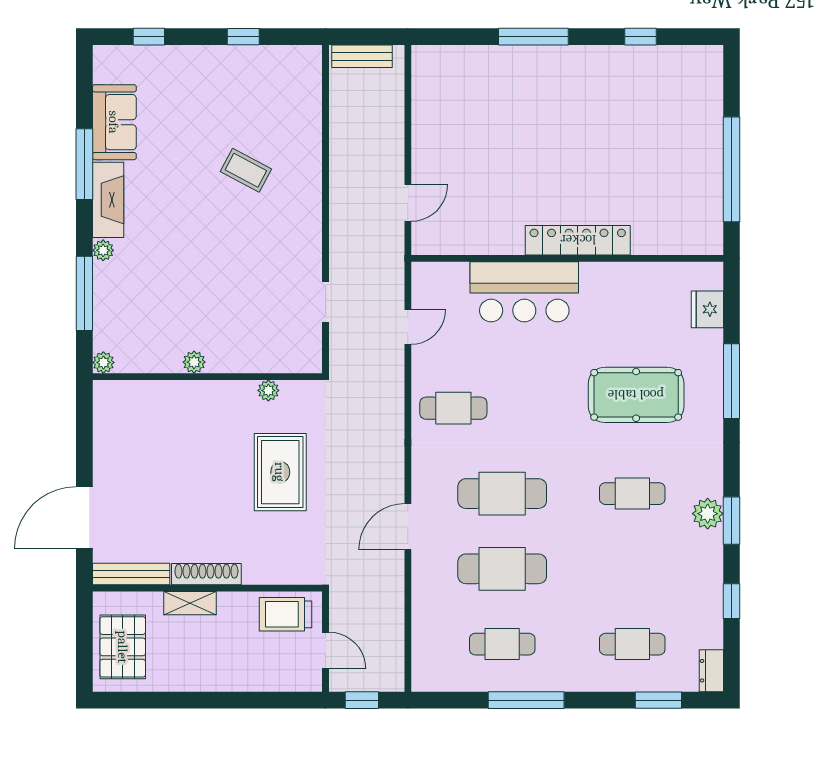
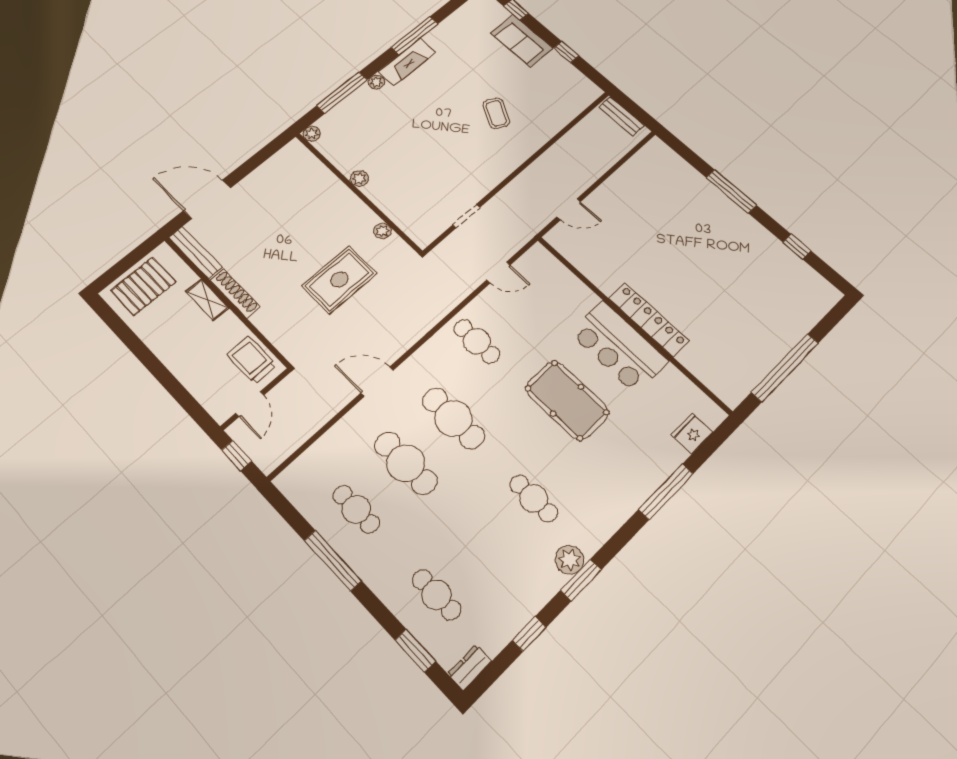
sofa: (114, 122) -> (522, 41), moved, turned 90
bar counter: (524, 292) -> (619, 347), moved
pool table: (636, 395) -> (567, 400), moved

